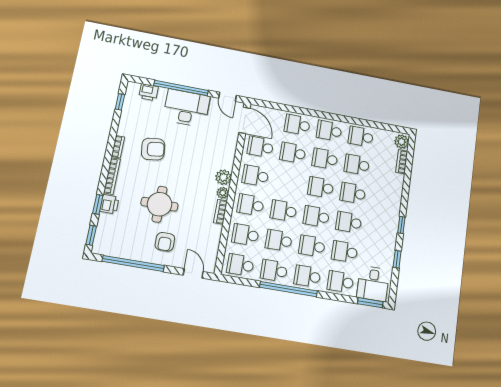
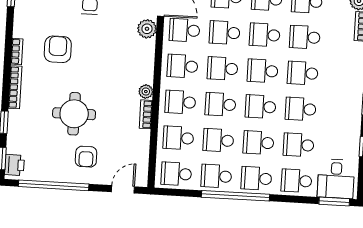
armchair: (153, 149) -> (58, 49), turned -83
plant: (223, 177) -> (147, 29), moved
school desk: (288, 182) -> (223, 68), added
printer: (109, 204) -> (14, 165), moved
door: (193, 273) -> (123, 189), hinge flipped

